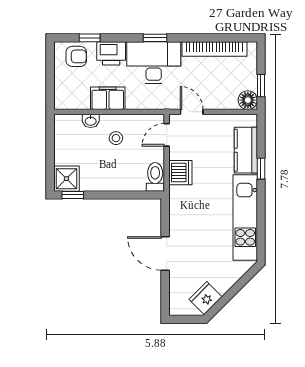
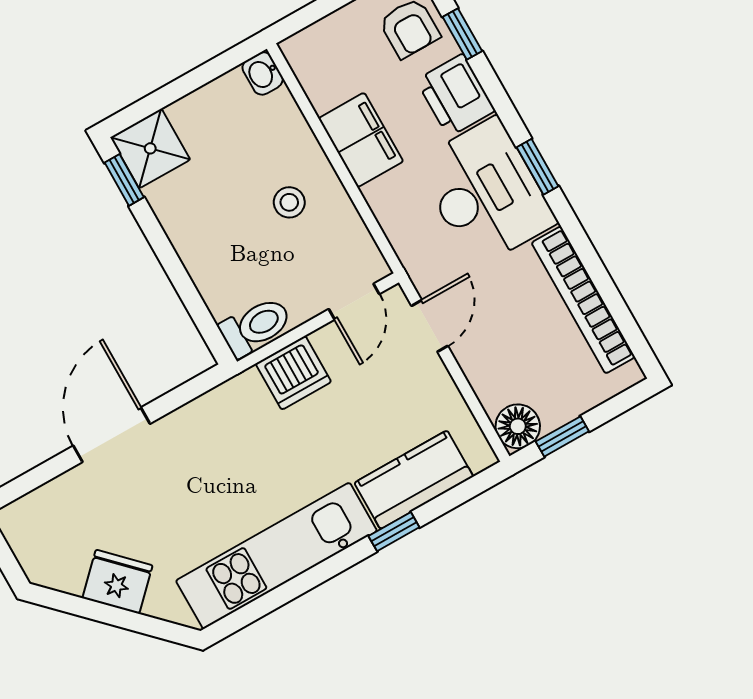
washbasin: (91, 121) -> (263, 73), moved
door: (167, 135) -> (354, 302), swing flipped
fridge: (206, 298) -> (117, 582), moved

